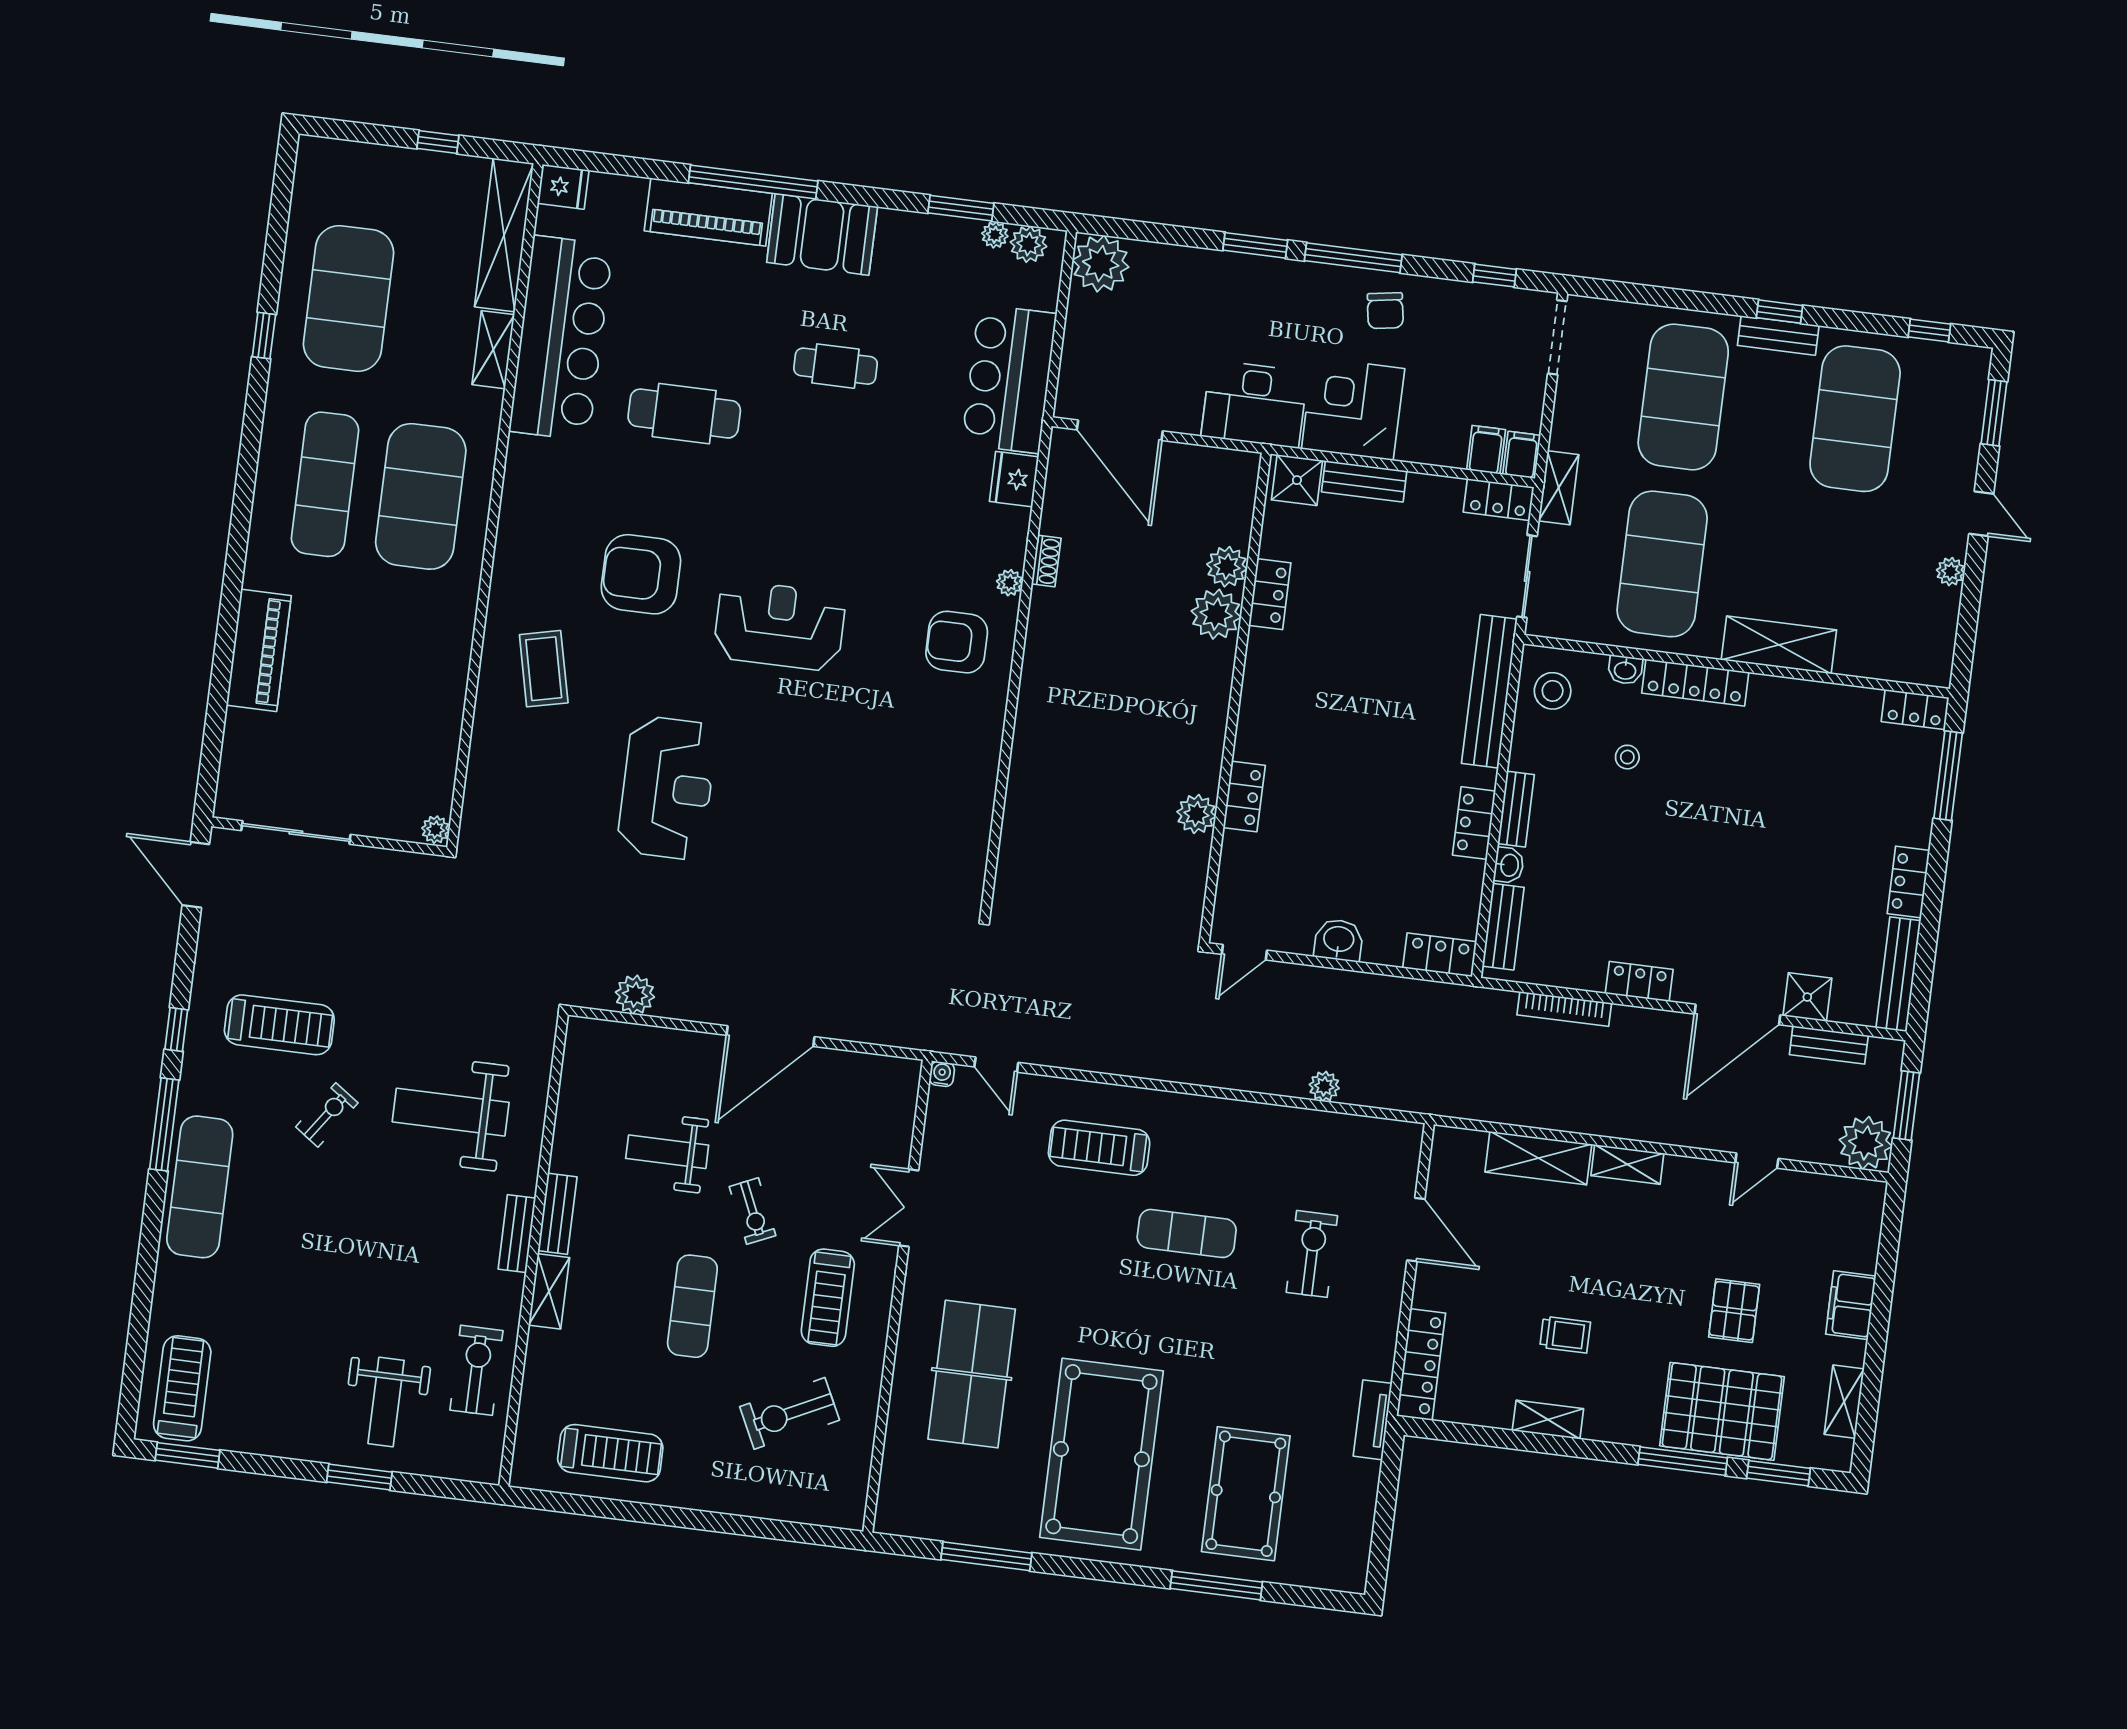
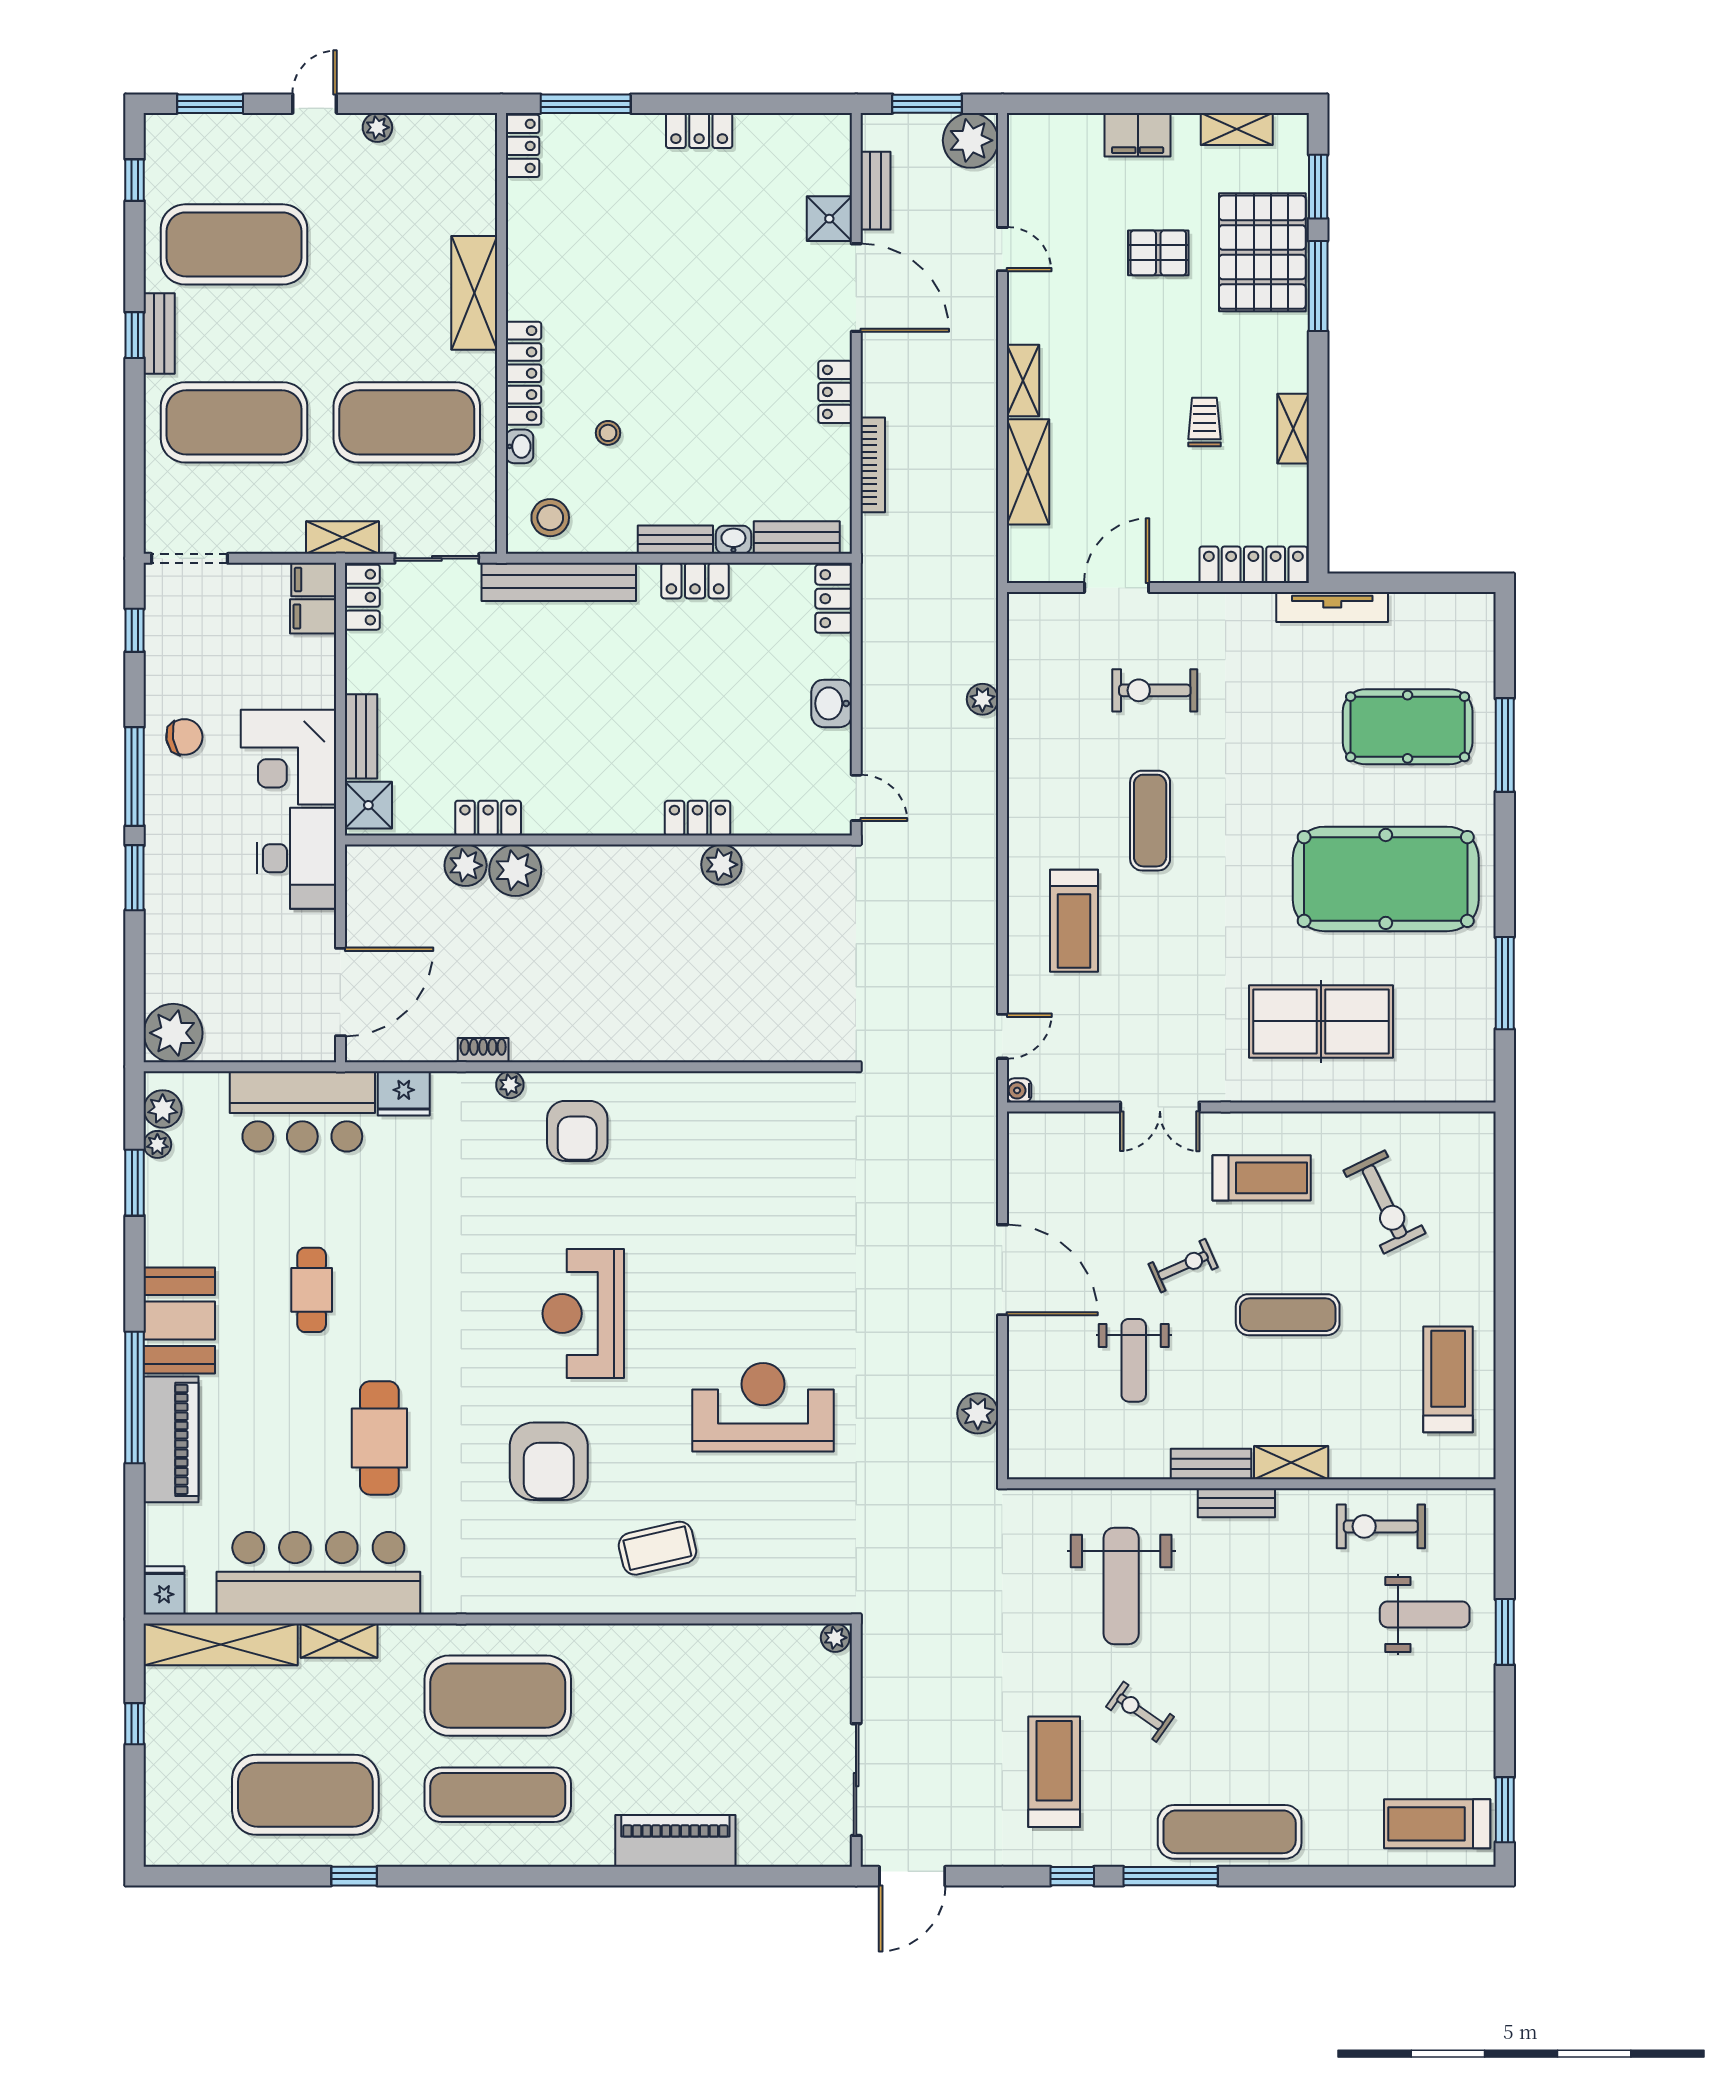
bench: (1898, 974) -> (794, 129), removed
tv unit: (1373, 1420) -> (1332, 607), width x1.41

